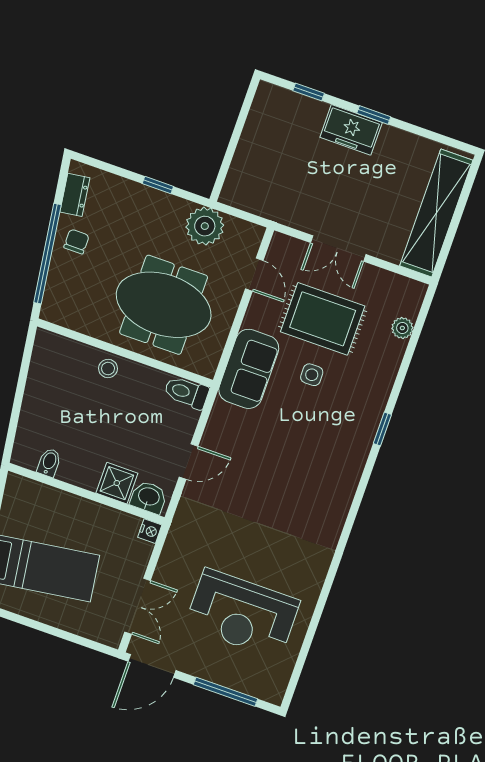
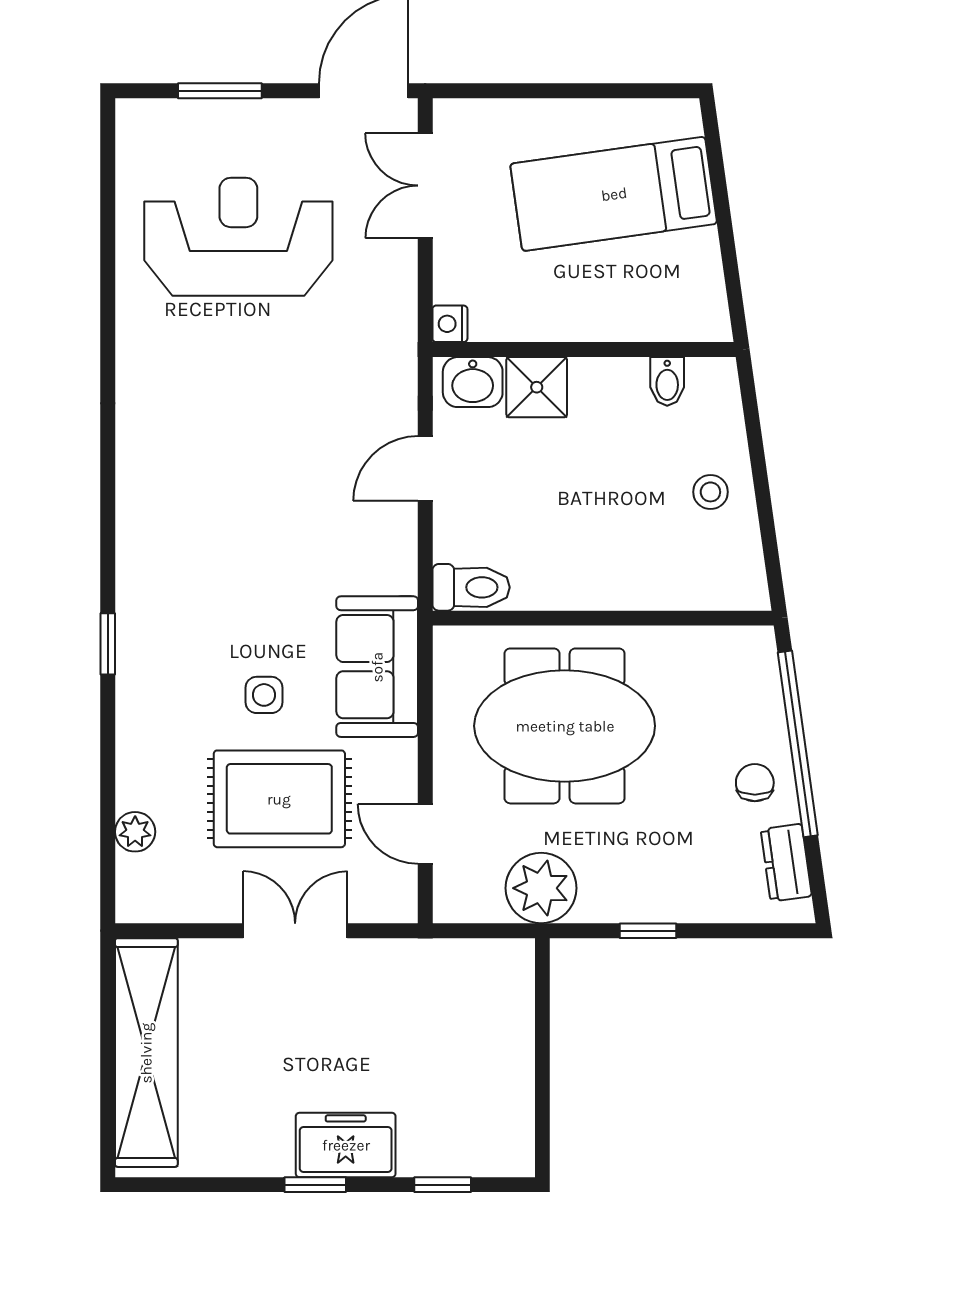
chair: (76, 241) -> (755, 783), turned 180
stool: (108, 368) -> (710, 492), moved
window: (225, 692) -> (220, 91), width x0.69

